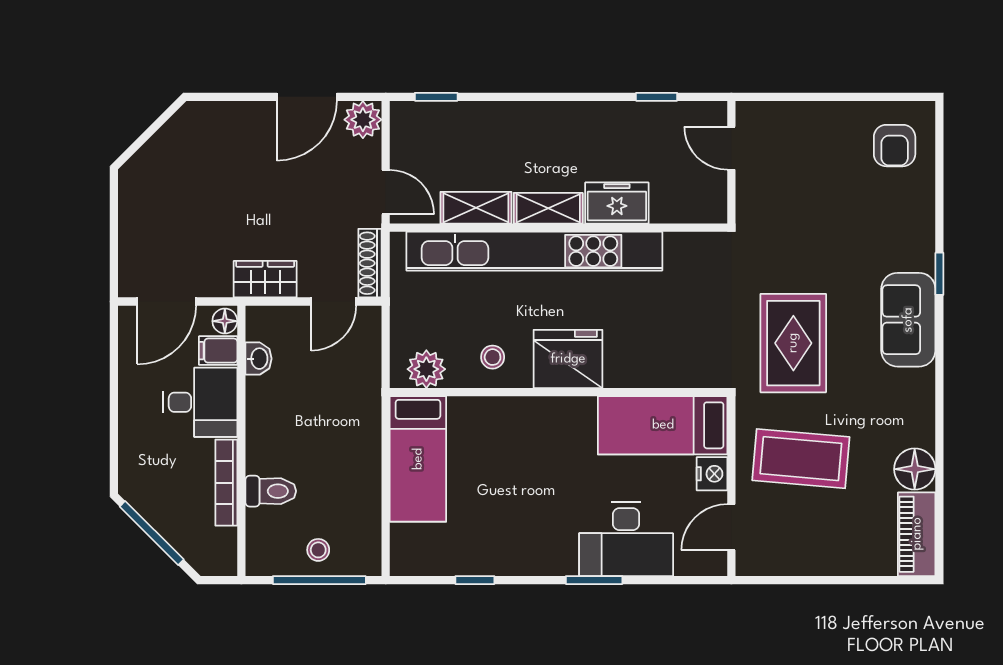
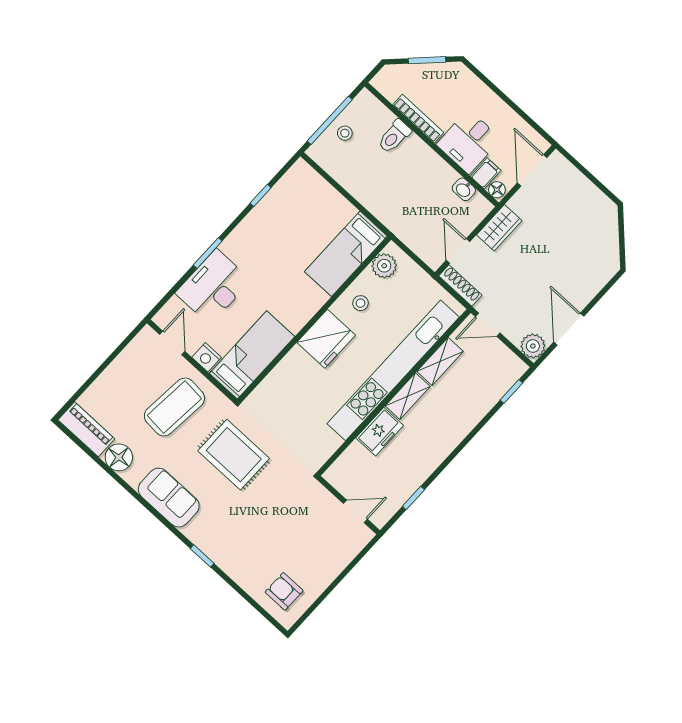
sofa: (908, 320) -> (169, 498), moved
bed: (418, 459) -> (346, 254), moved, turned -90
window: (152, 533) -> (427, 60), width x0.69

